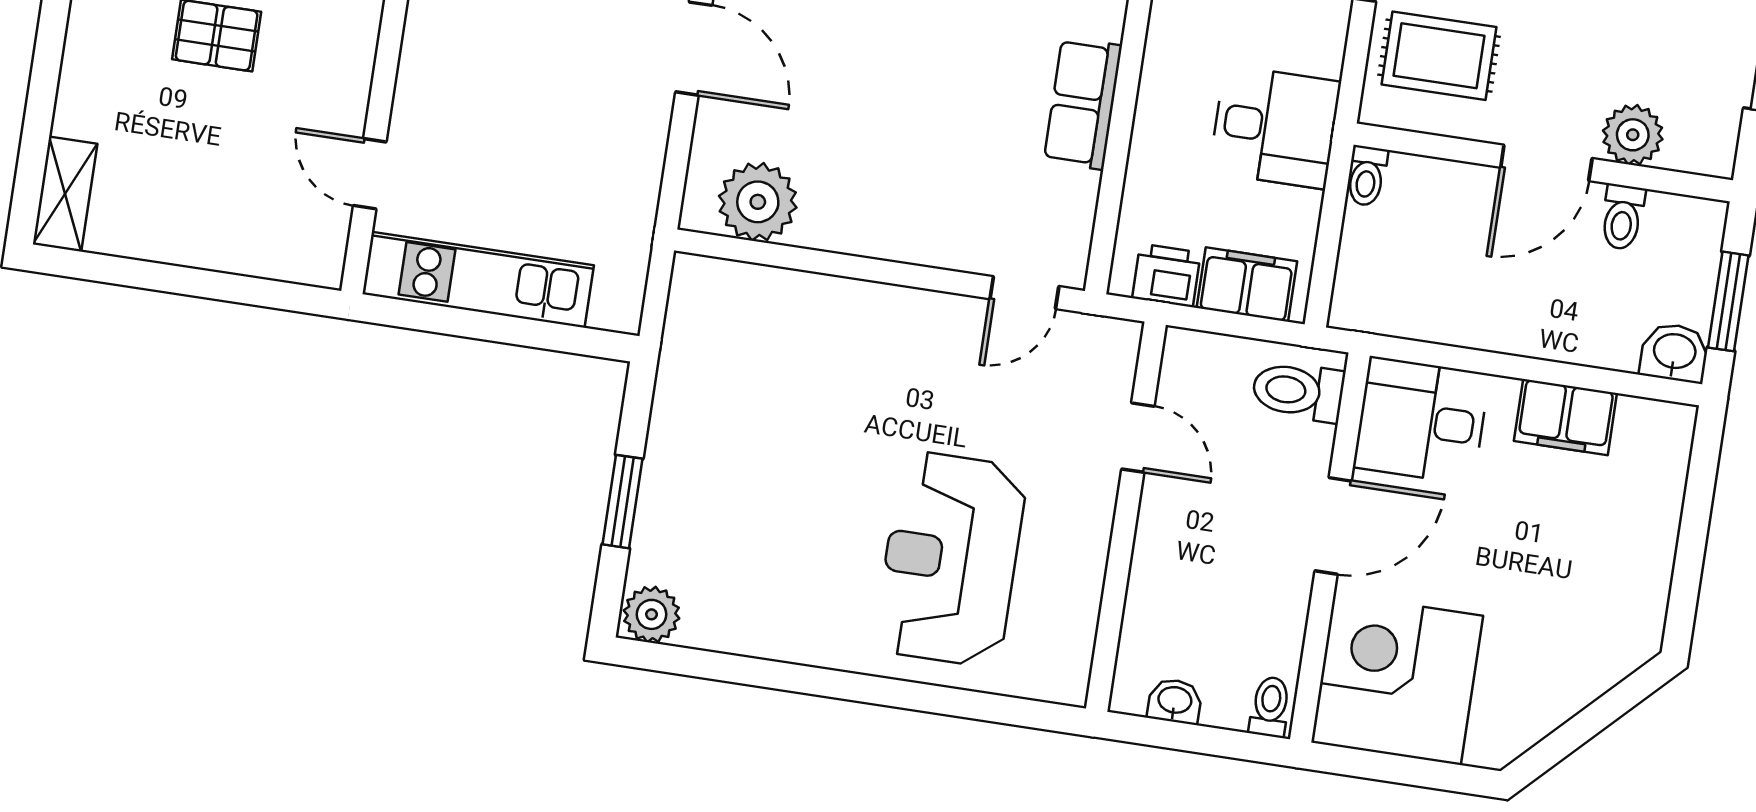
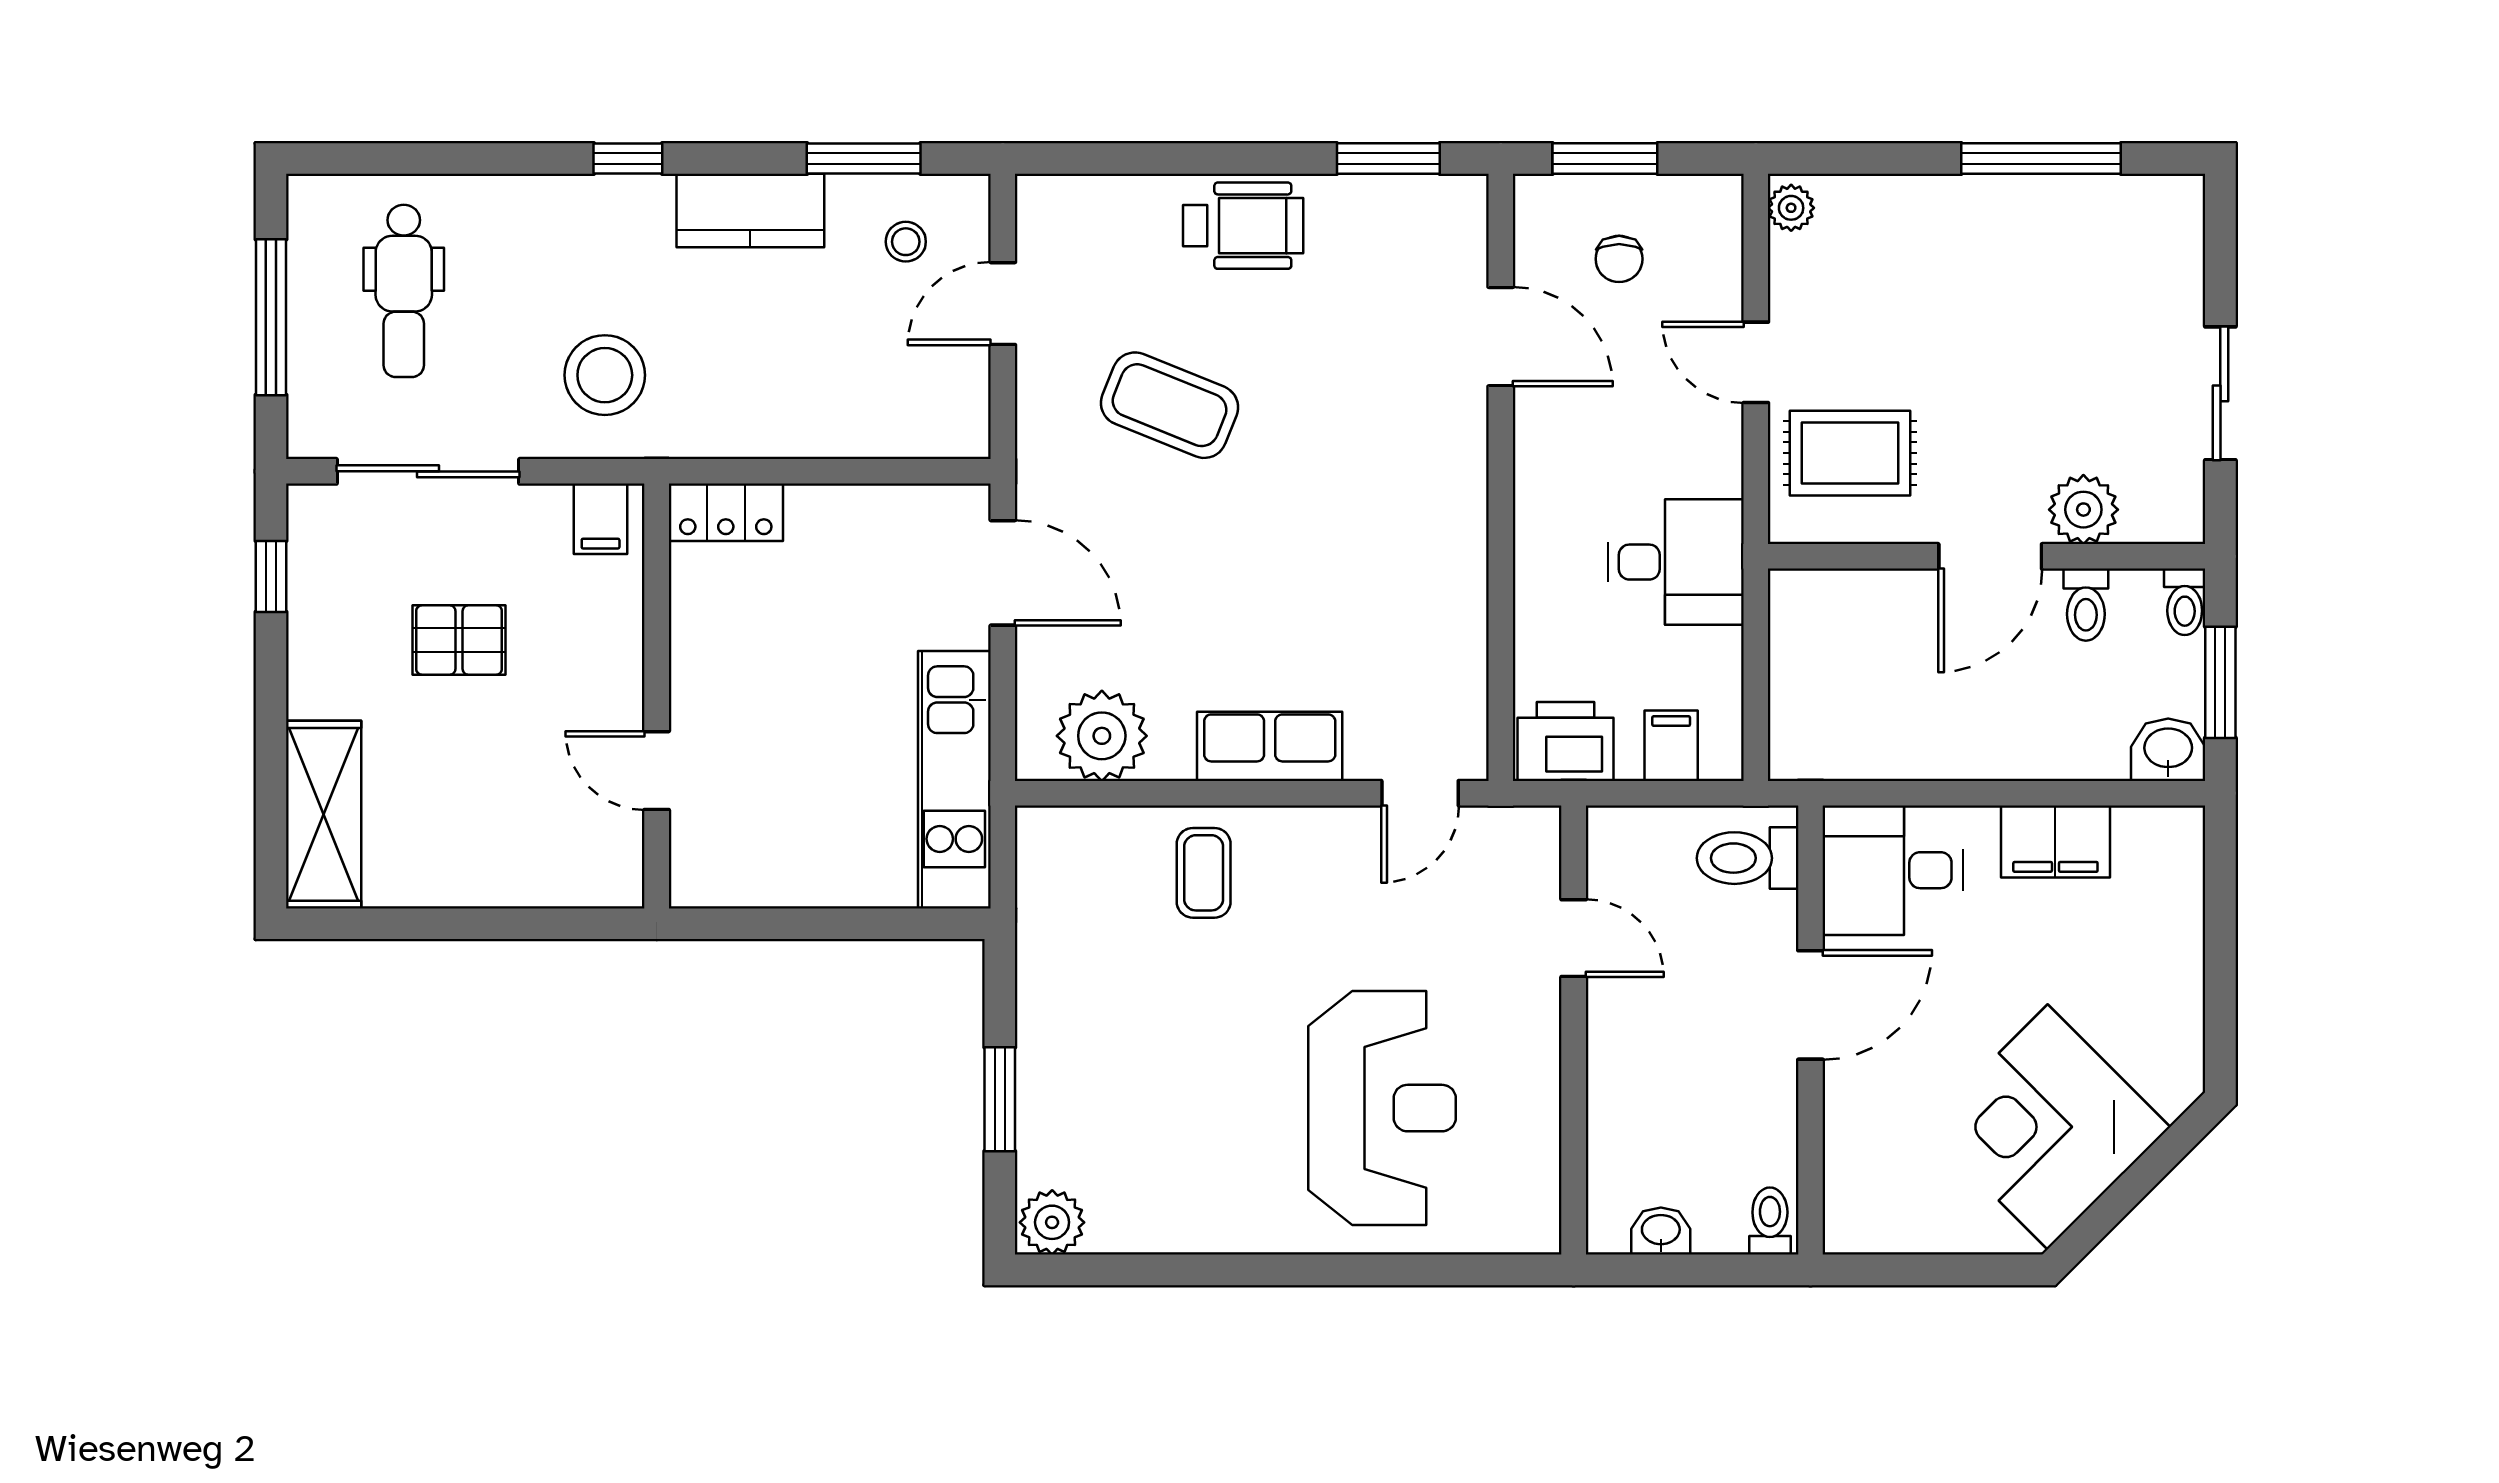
row of seats: (1083, 103) -> (1270, 746), moved, turned 90
toilet: (1367, 176) -> (2185, 602), moved
shelving: (65, 194) -> (324, 814), width x1.50, depth x1.33
printer: (1166, 275) -> (1566, 741), width x1.36, depth x1.24
kitchen unit: (478, 280) -> (954, 780), moved, turned -90
filing cabinet: (1247, 285) -> (1671, 746), width x0.50
coffee table: (828, 333) -> (1204, 873), added
reception desk: (951, 559) -> (1382, 1108), turned 180
corner desk: (1397, 679) -> (2048, 1127), moved, turned -45

